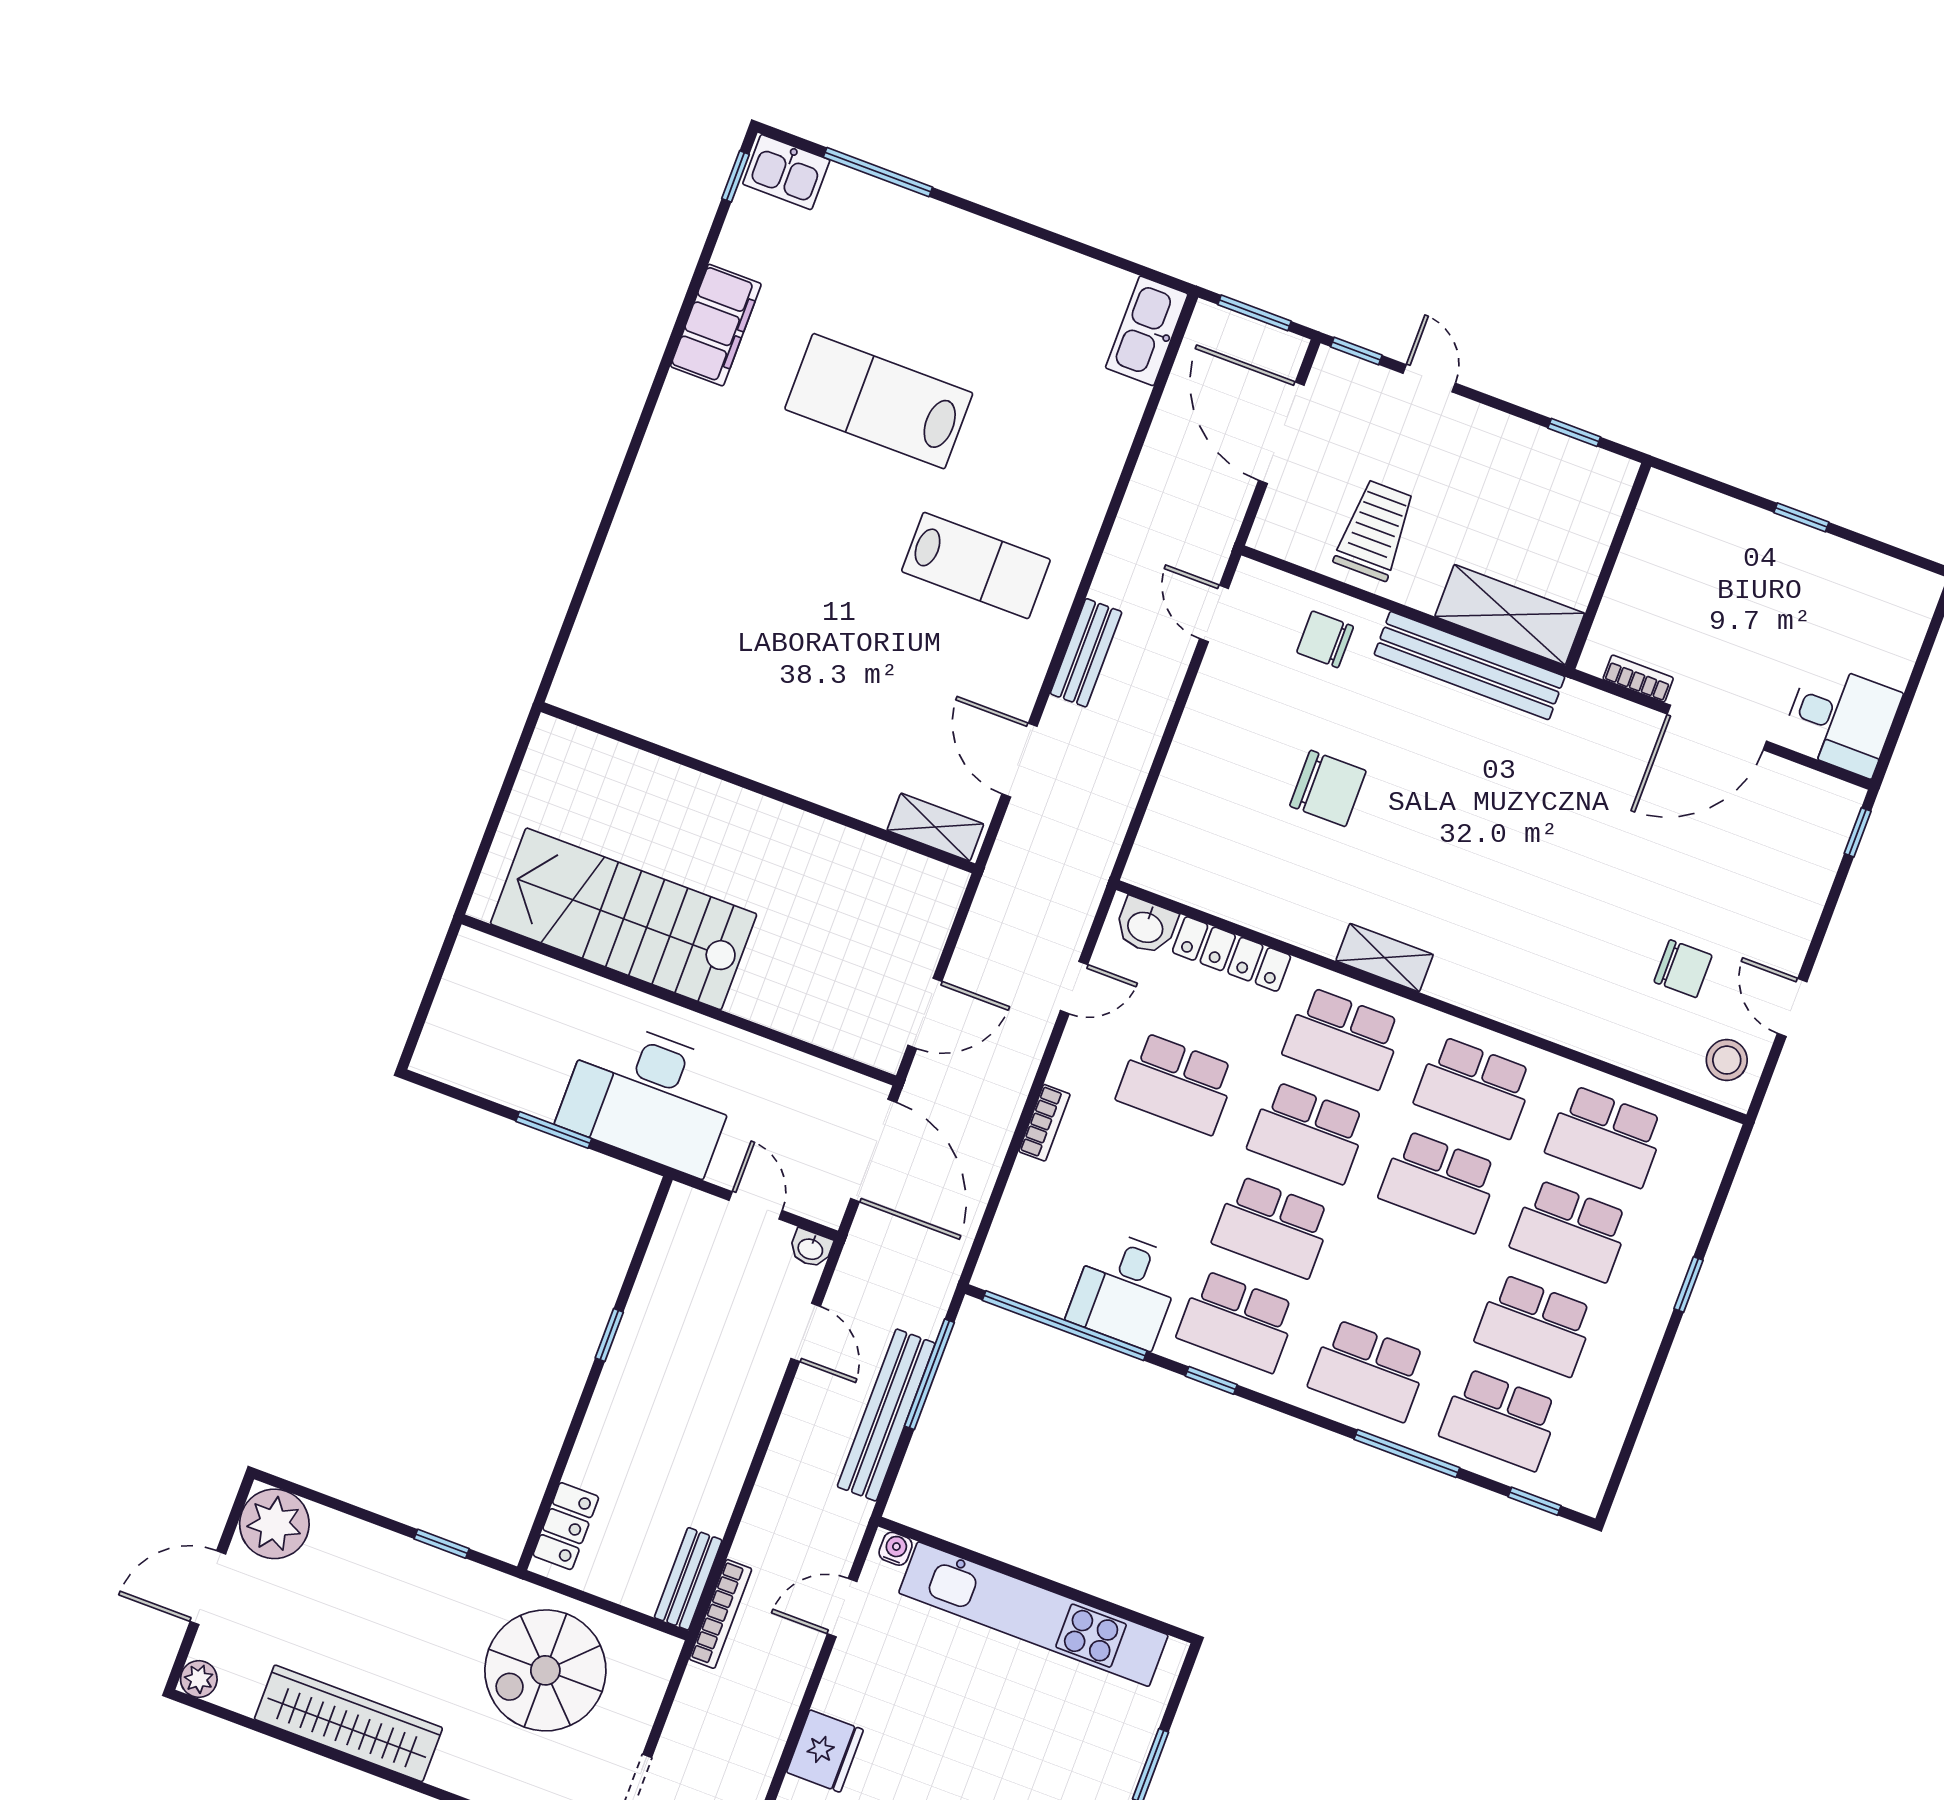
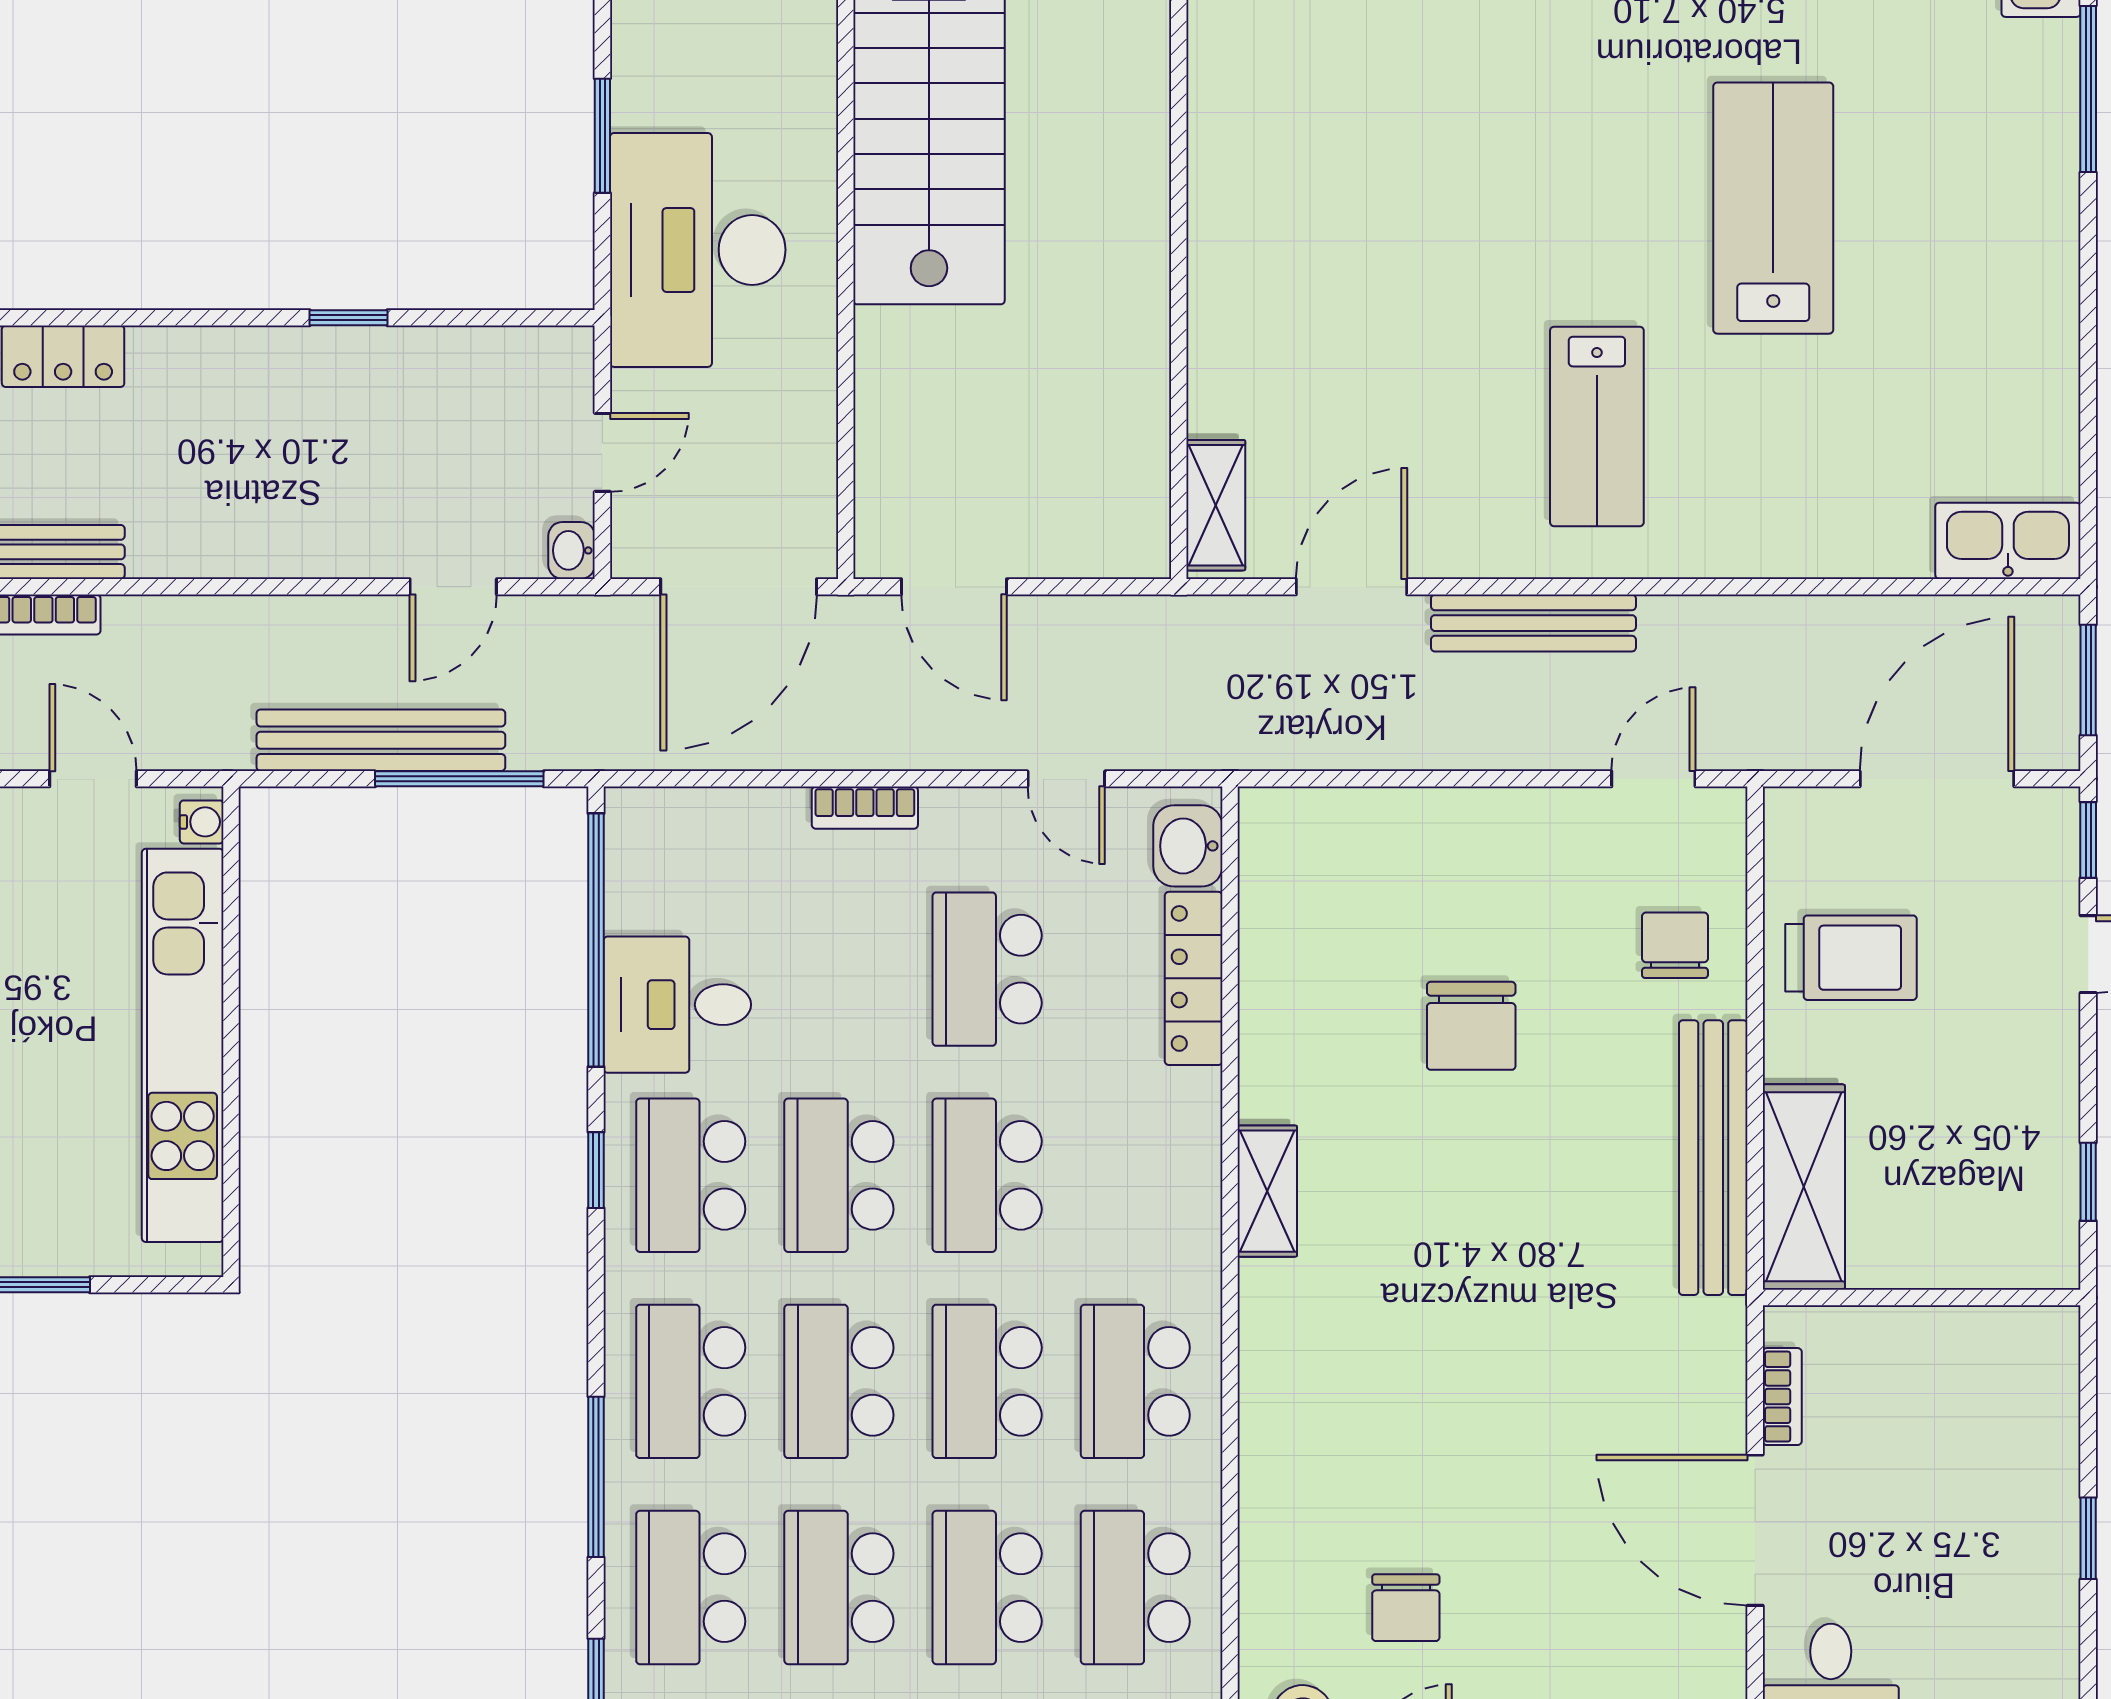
bench: (1086, 653) -> (1533, 623), width x1.36
school desk: (1343, 1038) -> (839, 1381), moved

